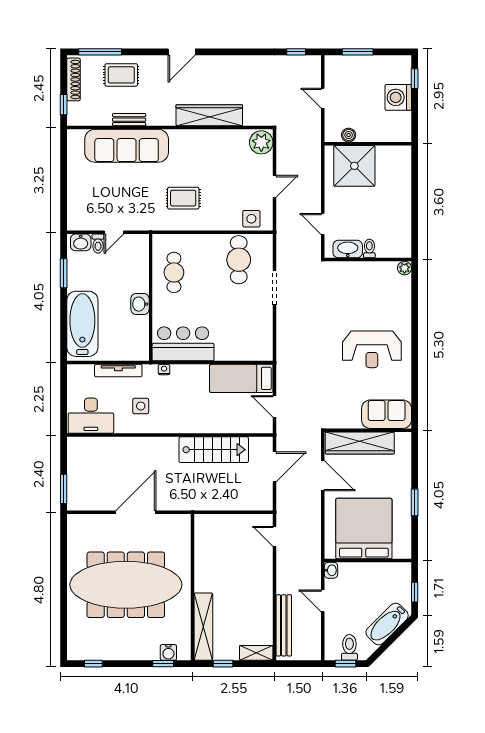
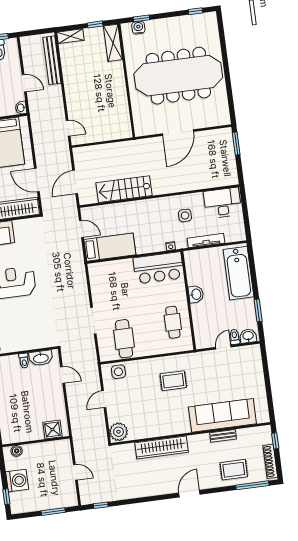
boiler: (349, 135) -> (17, 451), moved
shower: (354, 166) -> (52, 429), width x0.54, depth x0.54
shelving: (203, 627) -> (113, 43), width x0.68

